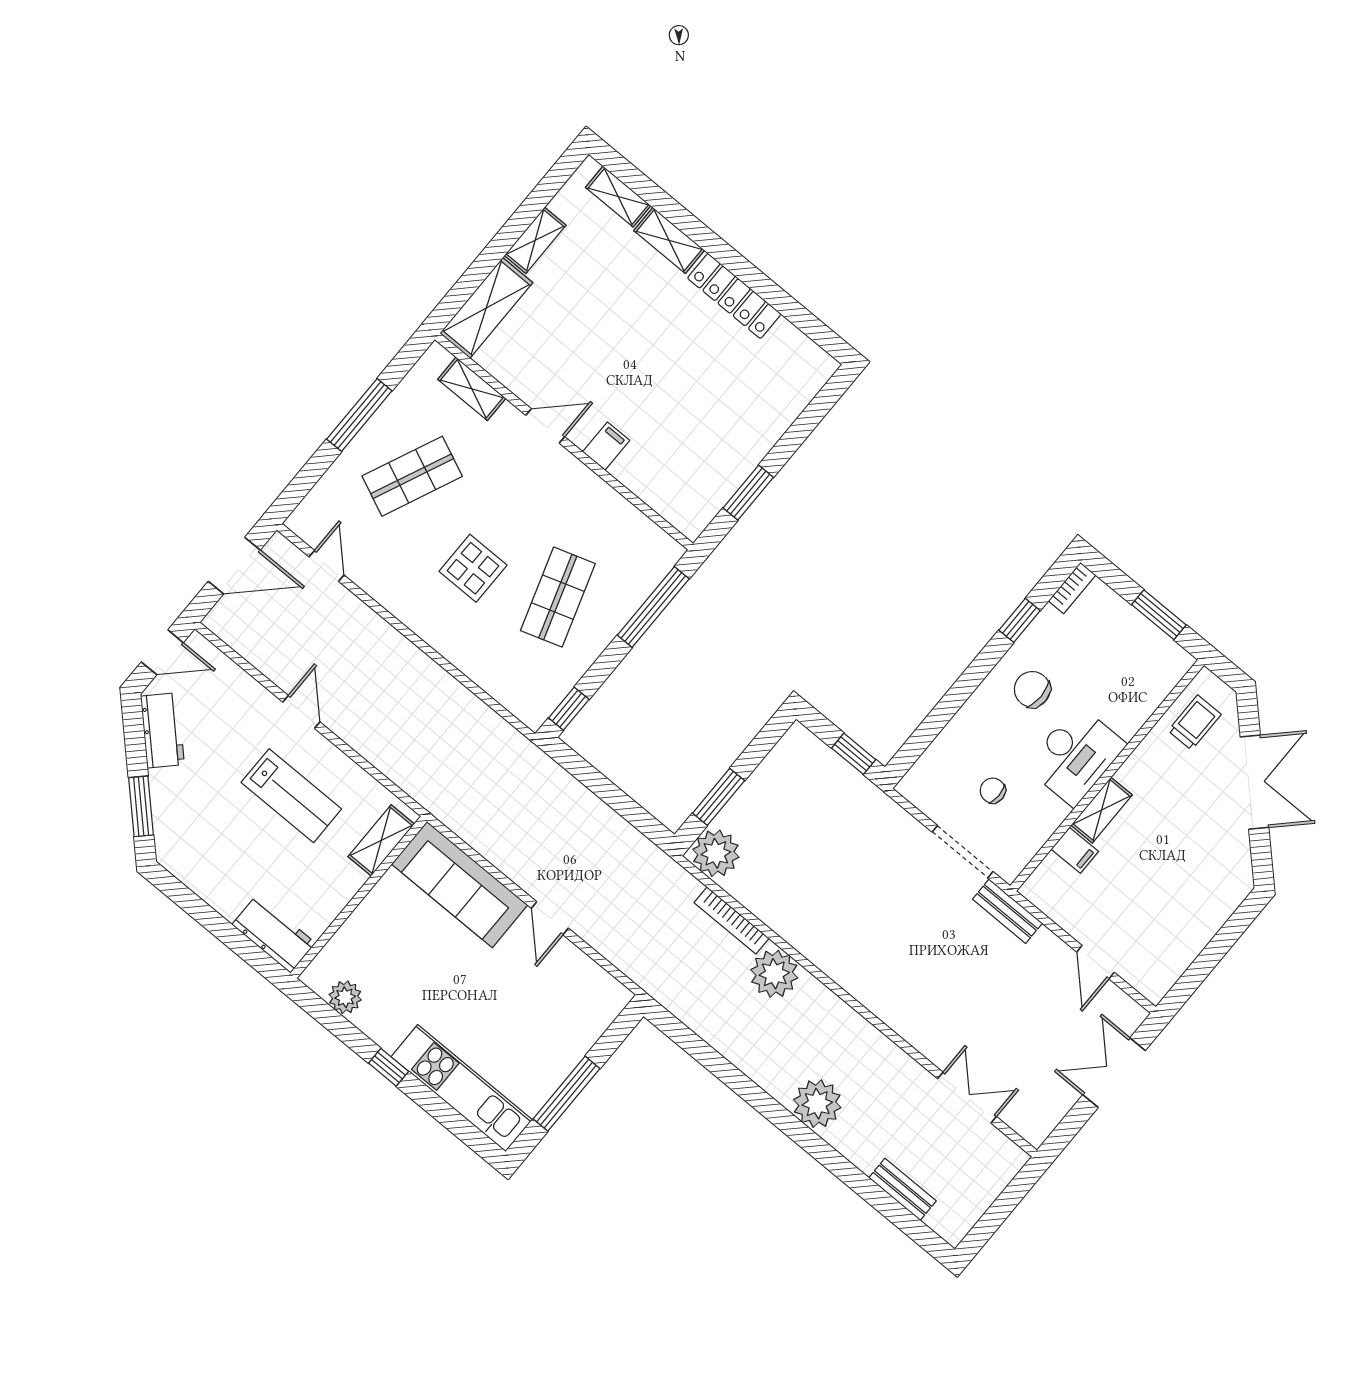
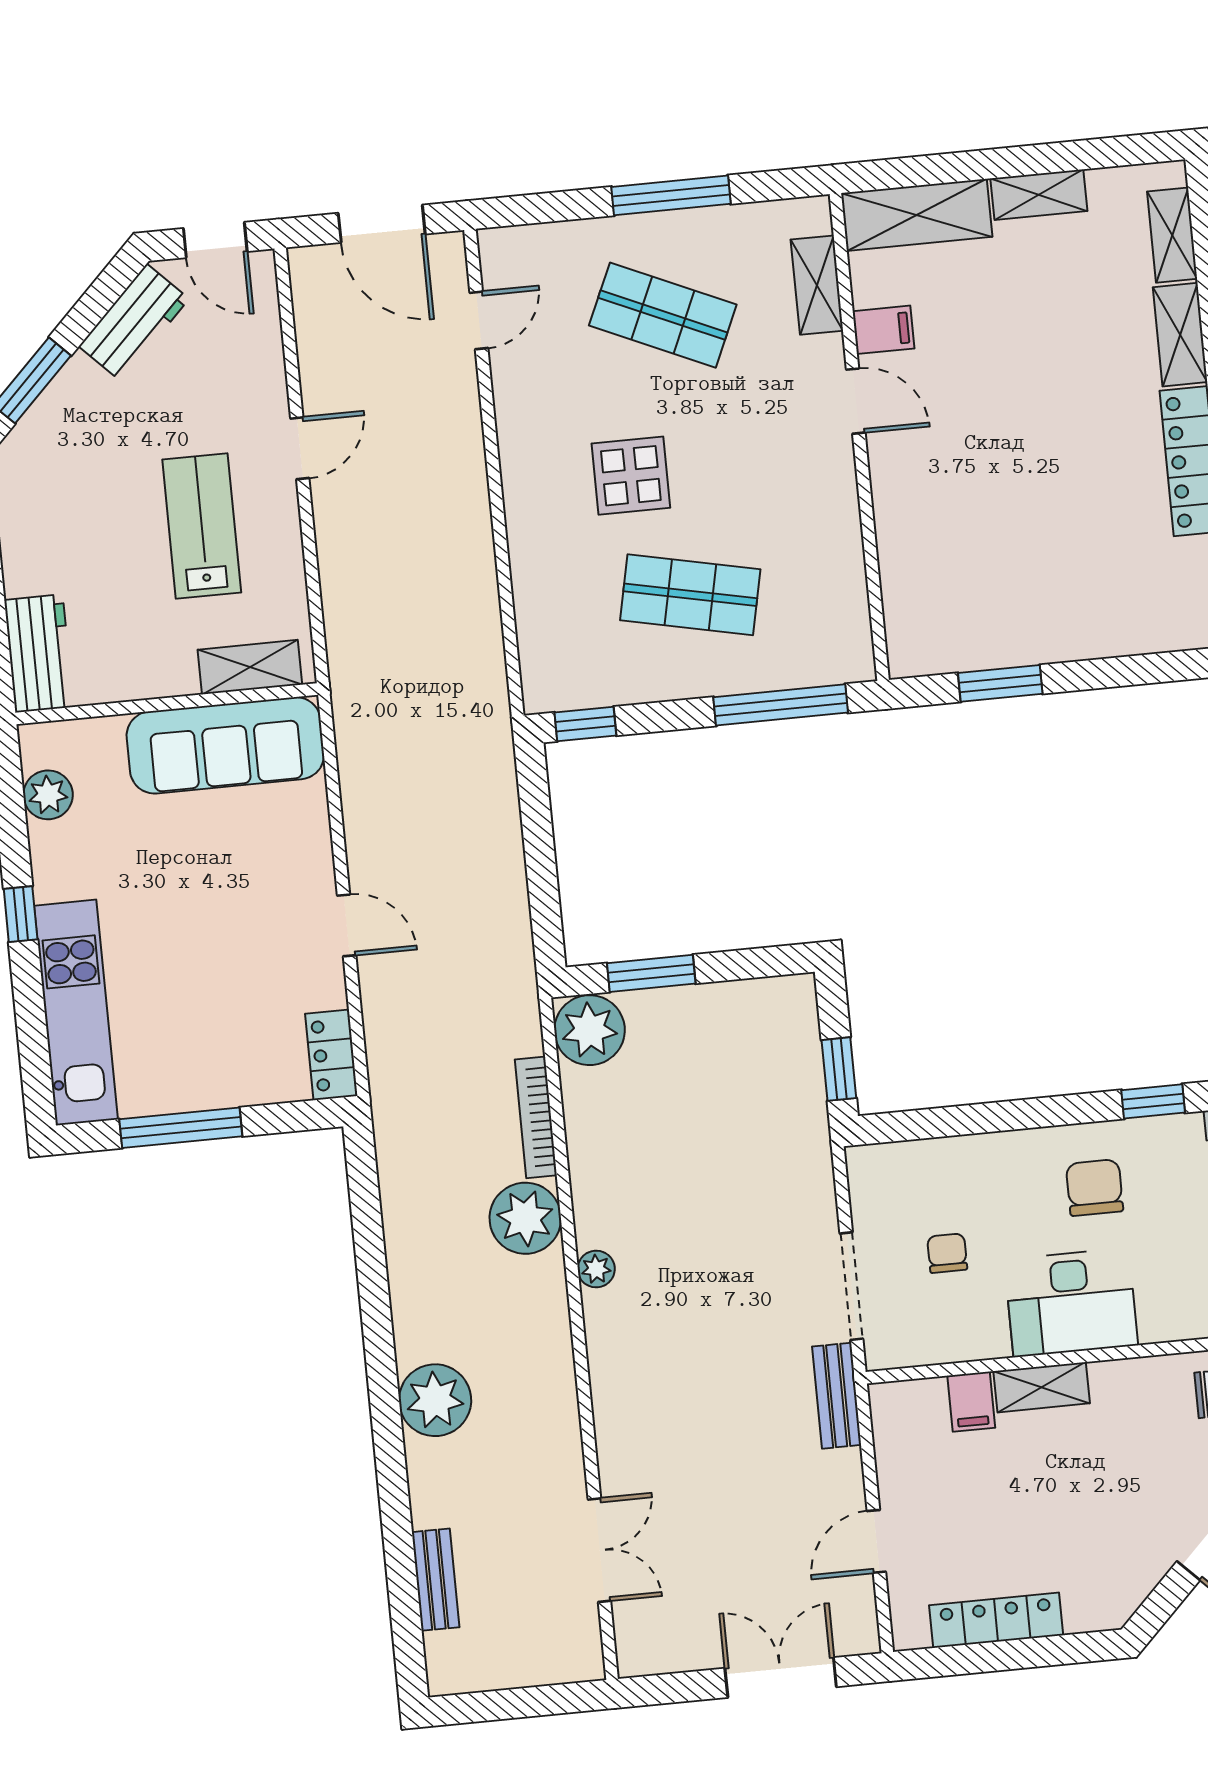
filing cabinet: (606, 446) -> (884, 330), moved
shop shelf: (558, 597) -> (690, 595), turned 30
lab bench: (291, 796) -> (202, 526), turned 180
sofa: (460, 885) -> (225, 745), moved, turned -90
door: (550, 918) -> (347, 925), swing flipped
locker: (1190, 943) -> (996, 1620), added
plant: (832, 964) -> (596, 1269), added
locker: (604, 987) -> (331, 1055), added

